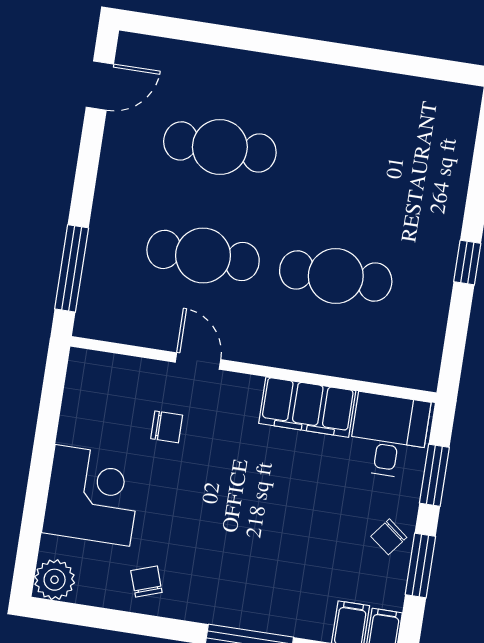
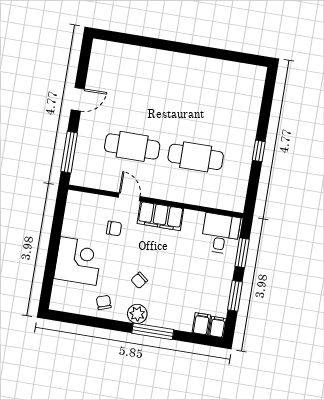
door: (100, 86) -> (78, 99), moved
cafe table: (220, 147) -> (141, 95), removed
filing cabinet: (307, 407) -> (160, 216), moved
chair: (389, 537) -> (139, 280), moved
plant: (55, 580) -> (137, 314), moved

